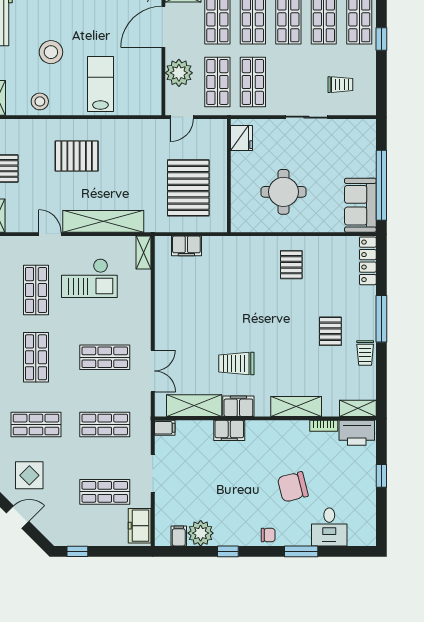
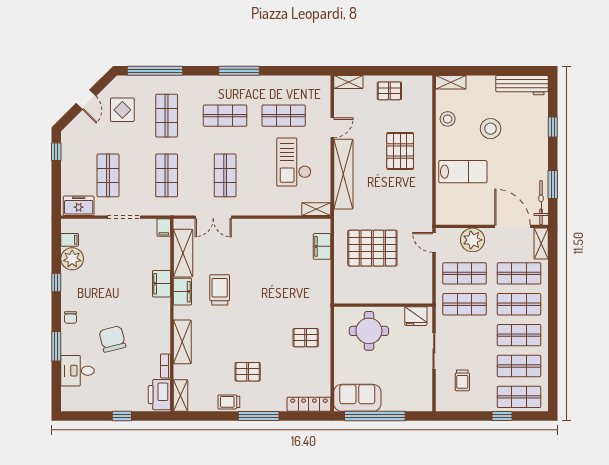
fridge: (242, 138) -> (416, 316), moved
wall: (229, 176) -> (383, 305), moved

